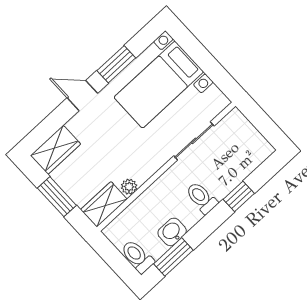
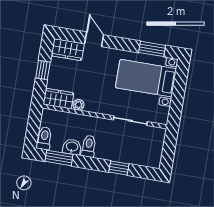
window: (116, 64) -> (152, 49), moved
door: (82, 96) -> (94, 39), moved
window: (57, 197) -> (43, 70), width x0.67
toilet: (202, 198) -> (89, 146), moved

